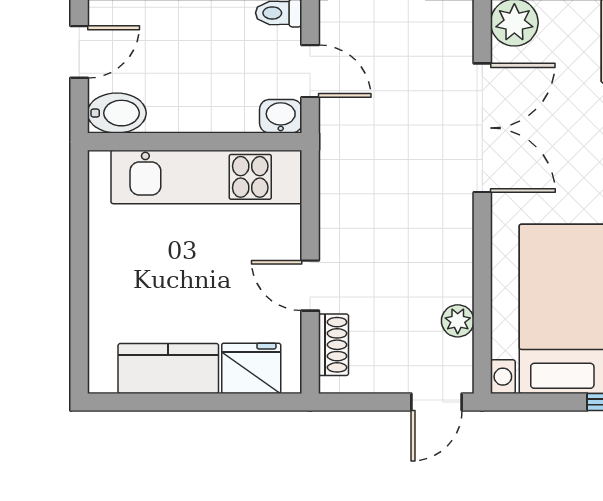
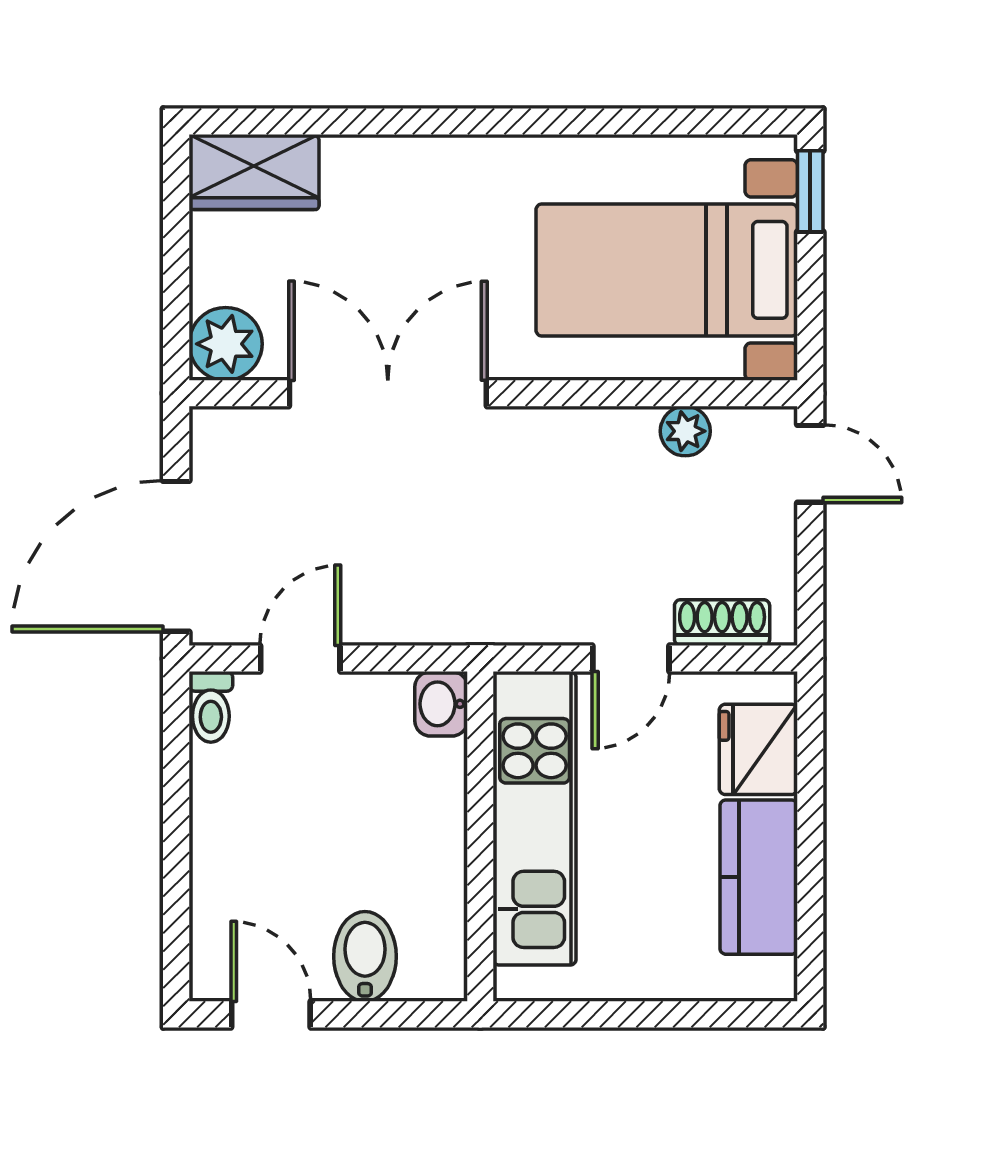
washbasin: (281, 116) -> (441, 704), moved
wall: (195, 142) -> (480, 836), moved
kitchen unit: (206, 177) -> (535, 818), moved

